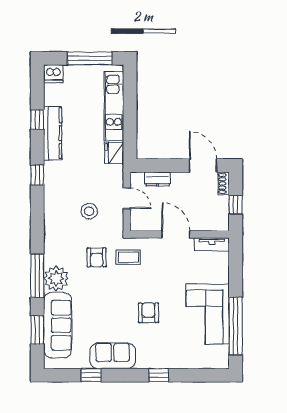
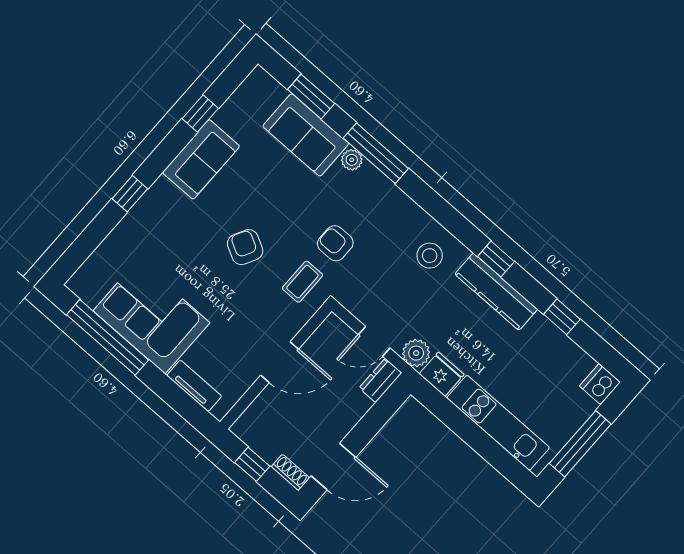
kitchen counter: (53, 133) -> (496, 292), moved
plant: (115, 174) -> (416, 353), added
dresser: (157, 179) -> (381, 380), moved
stool: (89, 211) -> (430, 256), moved
tv unit: (212, 244) -> (194, 386), moved, turned 90
plant: (56, 279) -> (352, 160), width x0.53, depth x0.53
armchair: (148, 313) -> (245, 247), moved, turned -152
sofa: (58, 325) -> (306, 135), width x0.73

